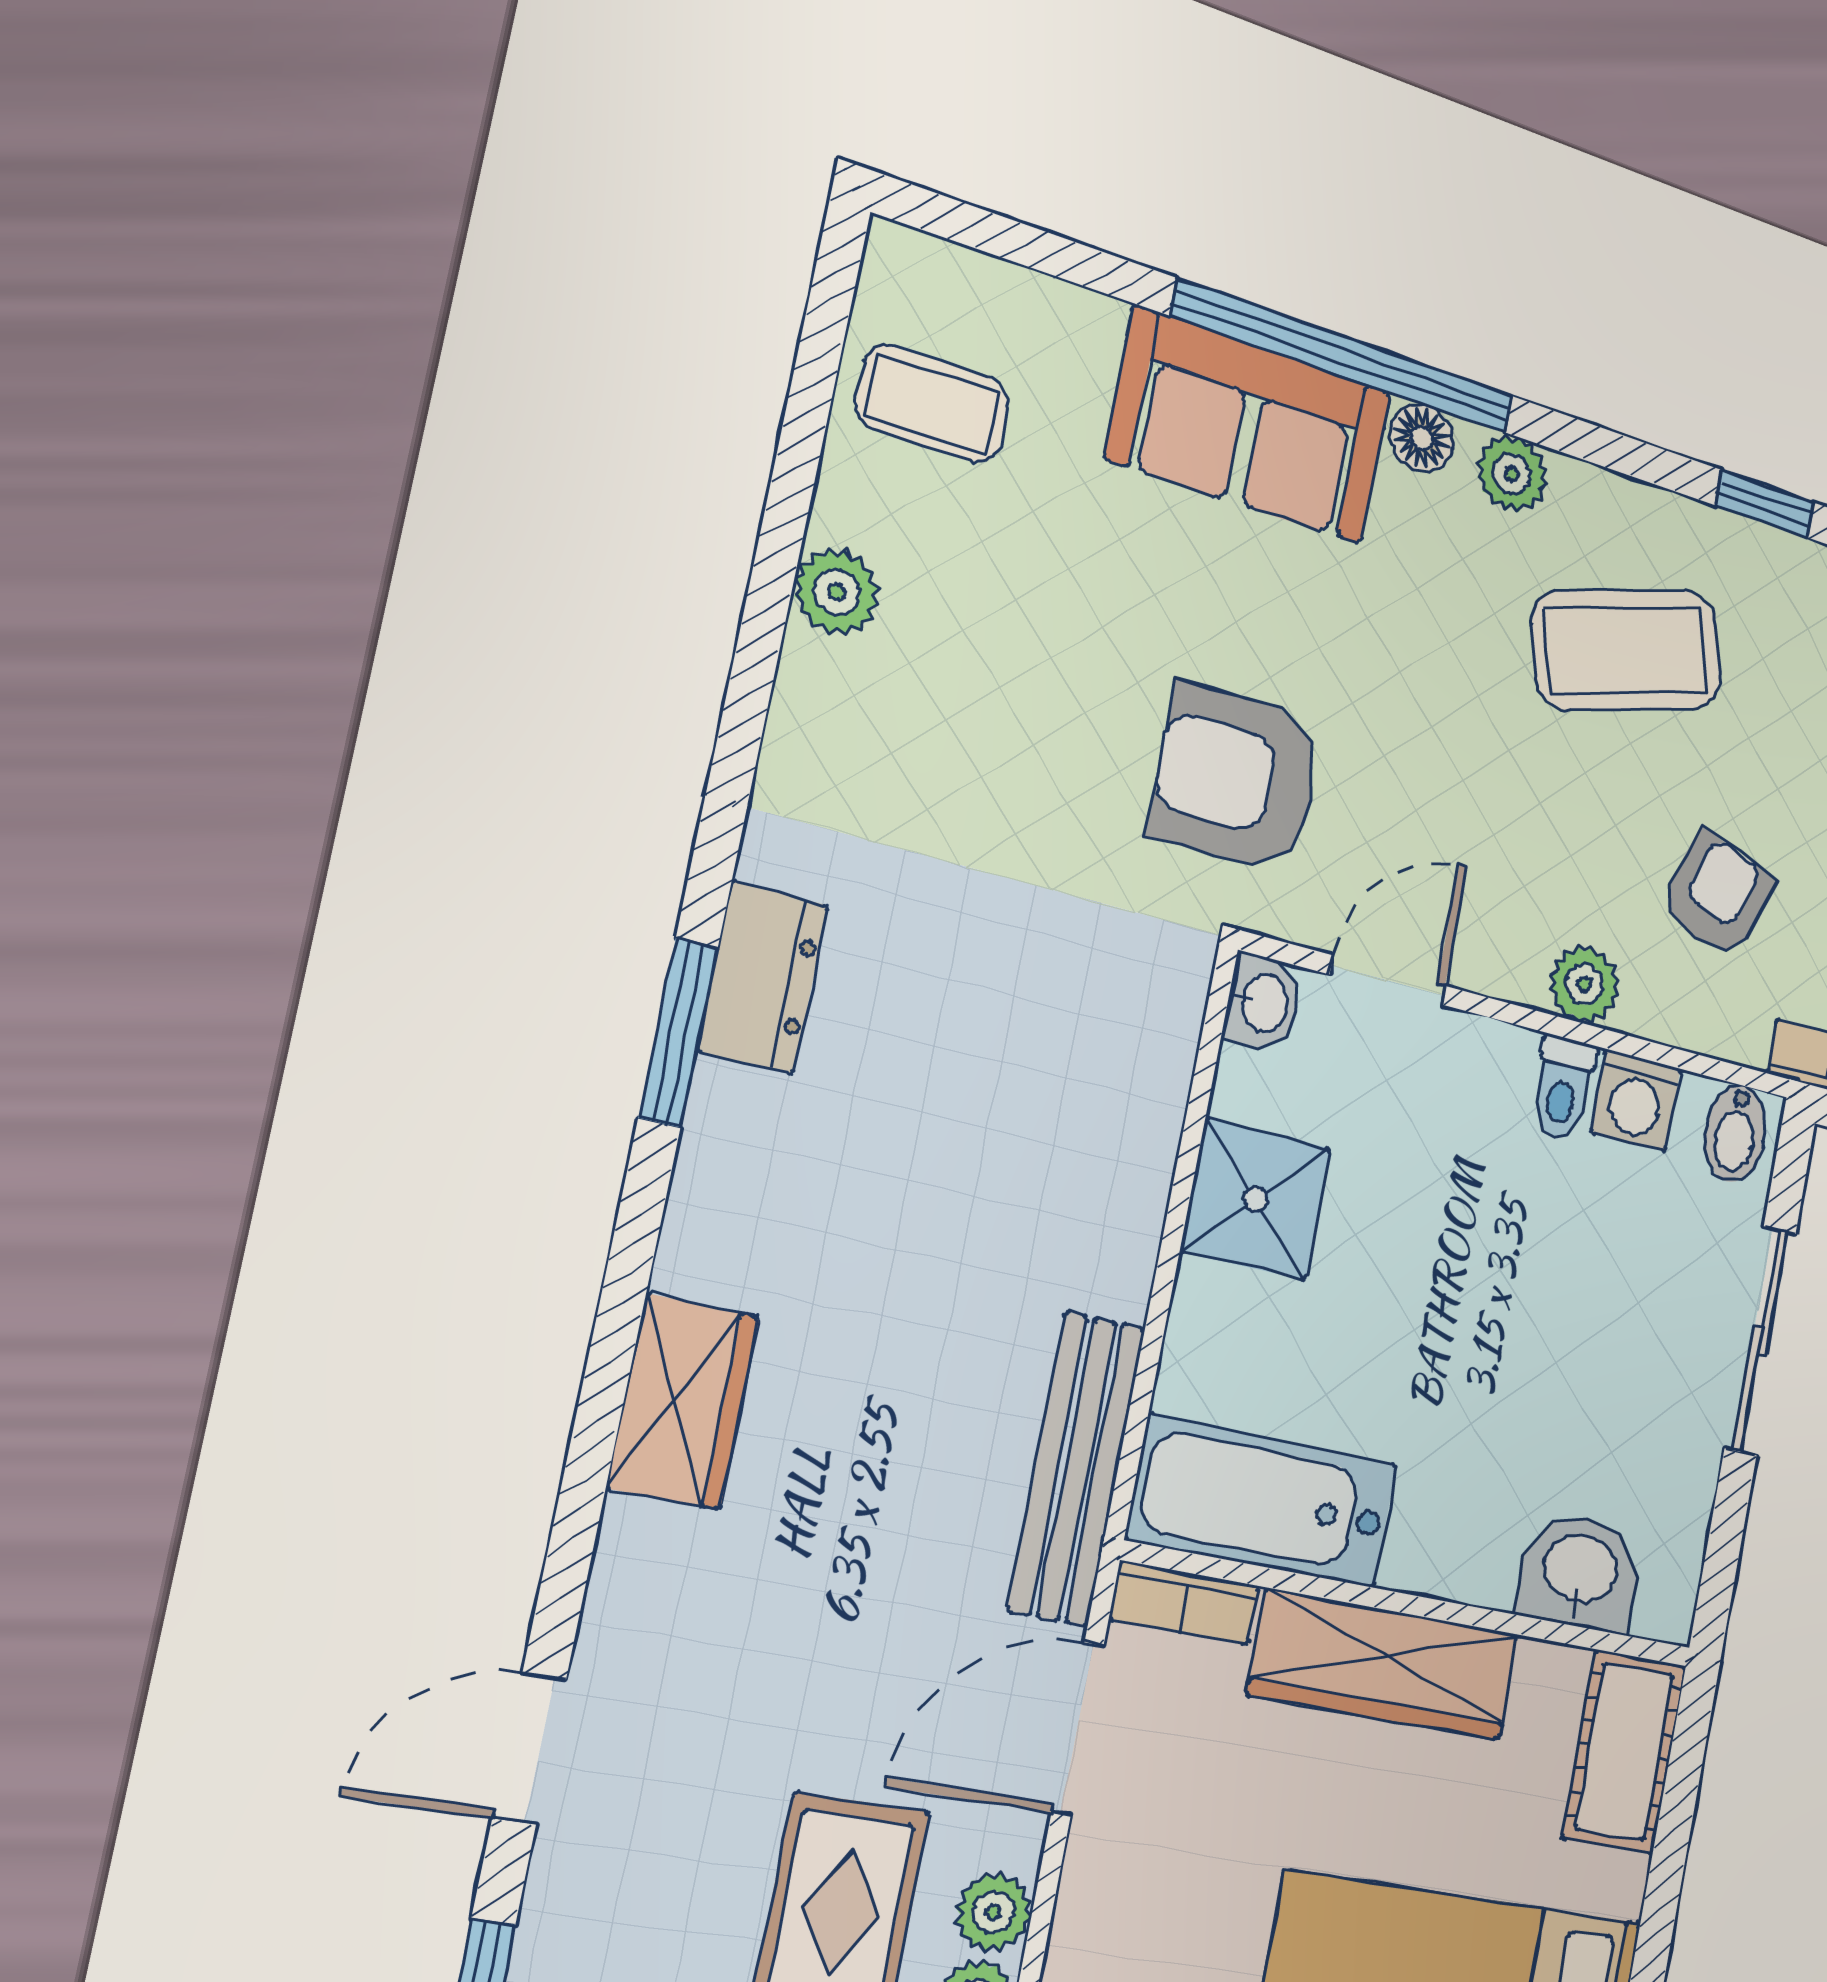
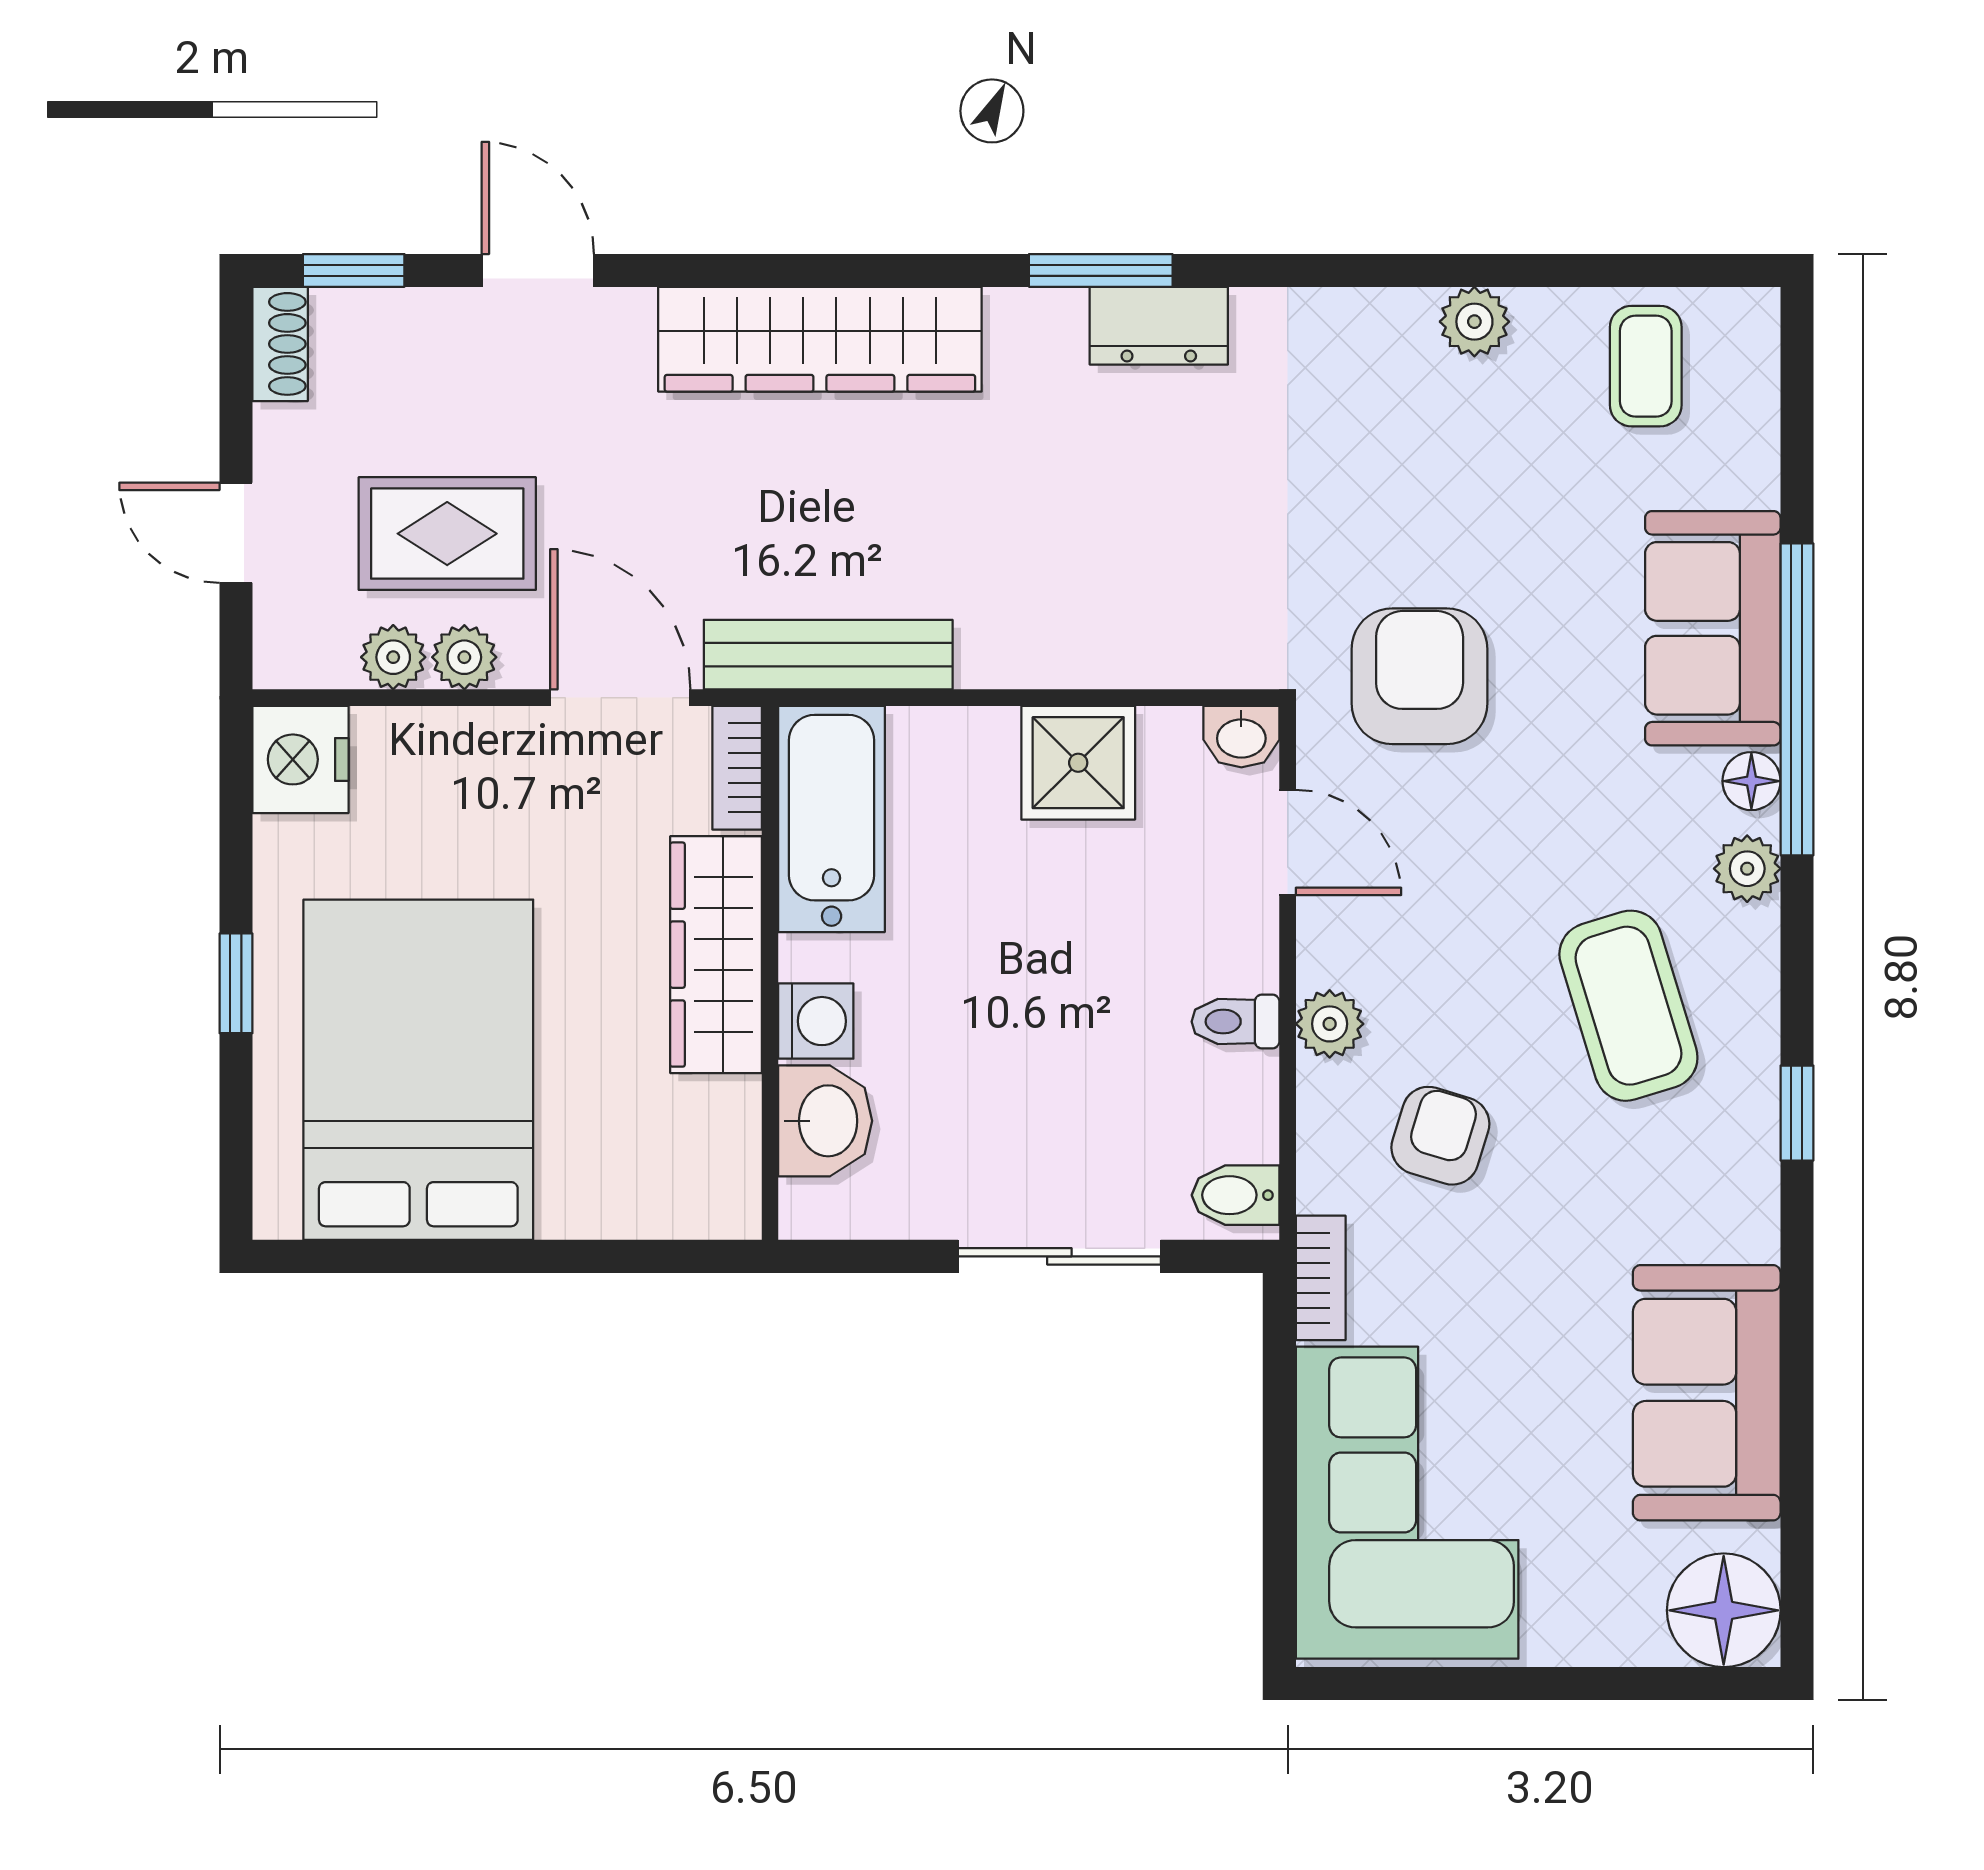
armchair: (1717, 894) -> (1440, 1136), turned -92
washing machine: (1636, 1100) -> (816, 1021), moved, turned 180
wardrobe: (683, 1402) -> (820, 339), width x2.10, depth x1.17
cot: (1624, 1752) -> (678, 1194), removed

